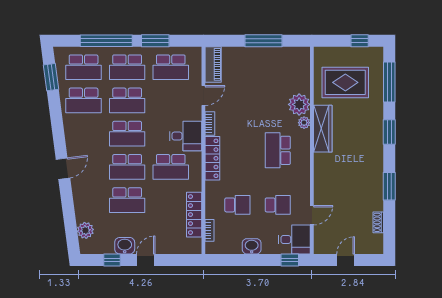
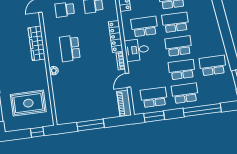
window: (155, 41) -> (154, 117), moved
window: (360, 41) -> (37, 132), moved
school desk: (84, 67) -> (216, 89), removed
plant: (299, 104) -> (59, 83), removed
wardrobe: (323, 129) -> (37, 43), moved
school desk: (278, 150) -> (70, 48), turned 180
door: (63, 169) -> (221, 15), removed

